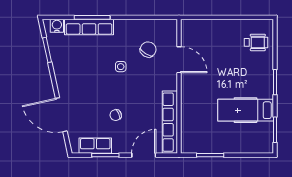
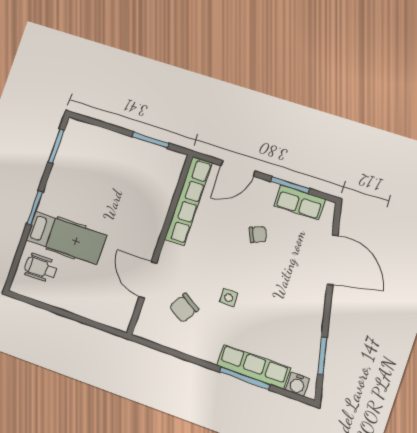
hospital bed: (246, 110) -> (66, 238), moved

